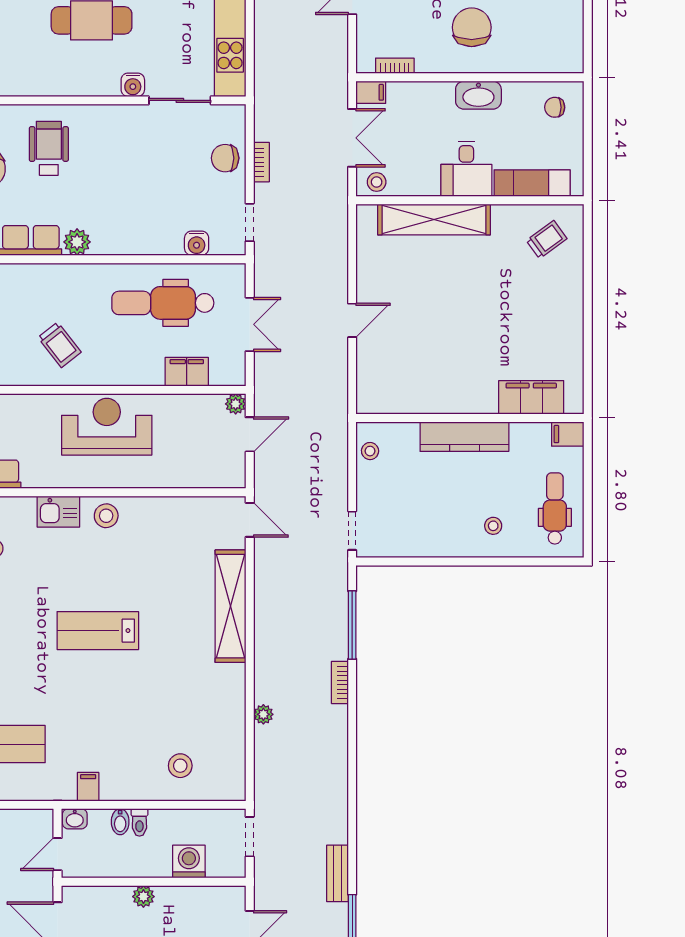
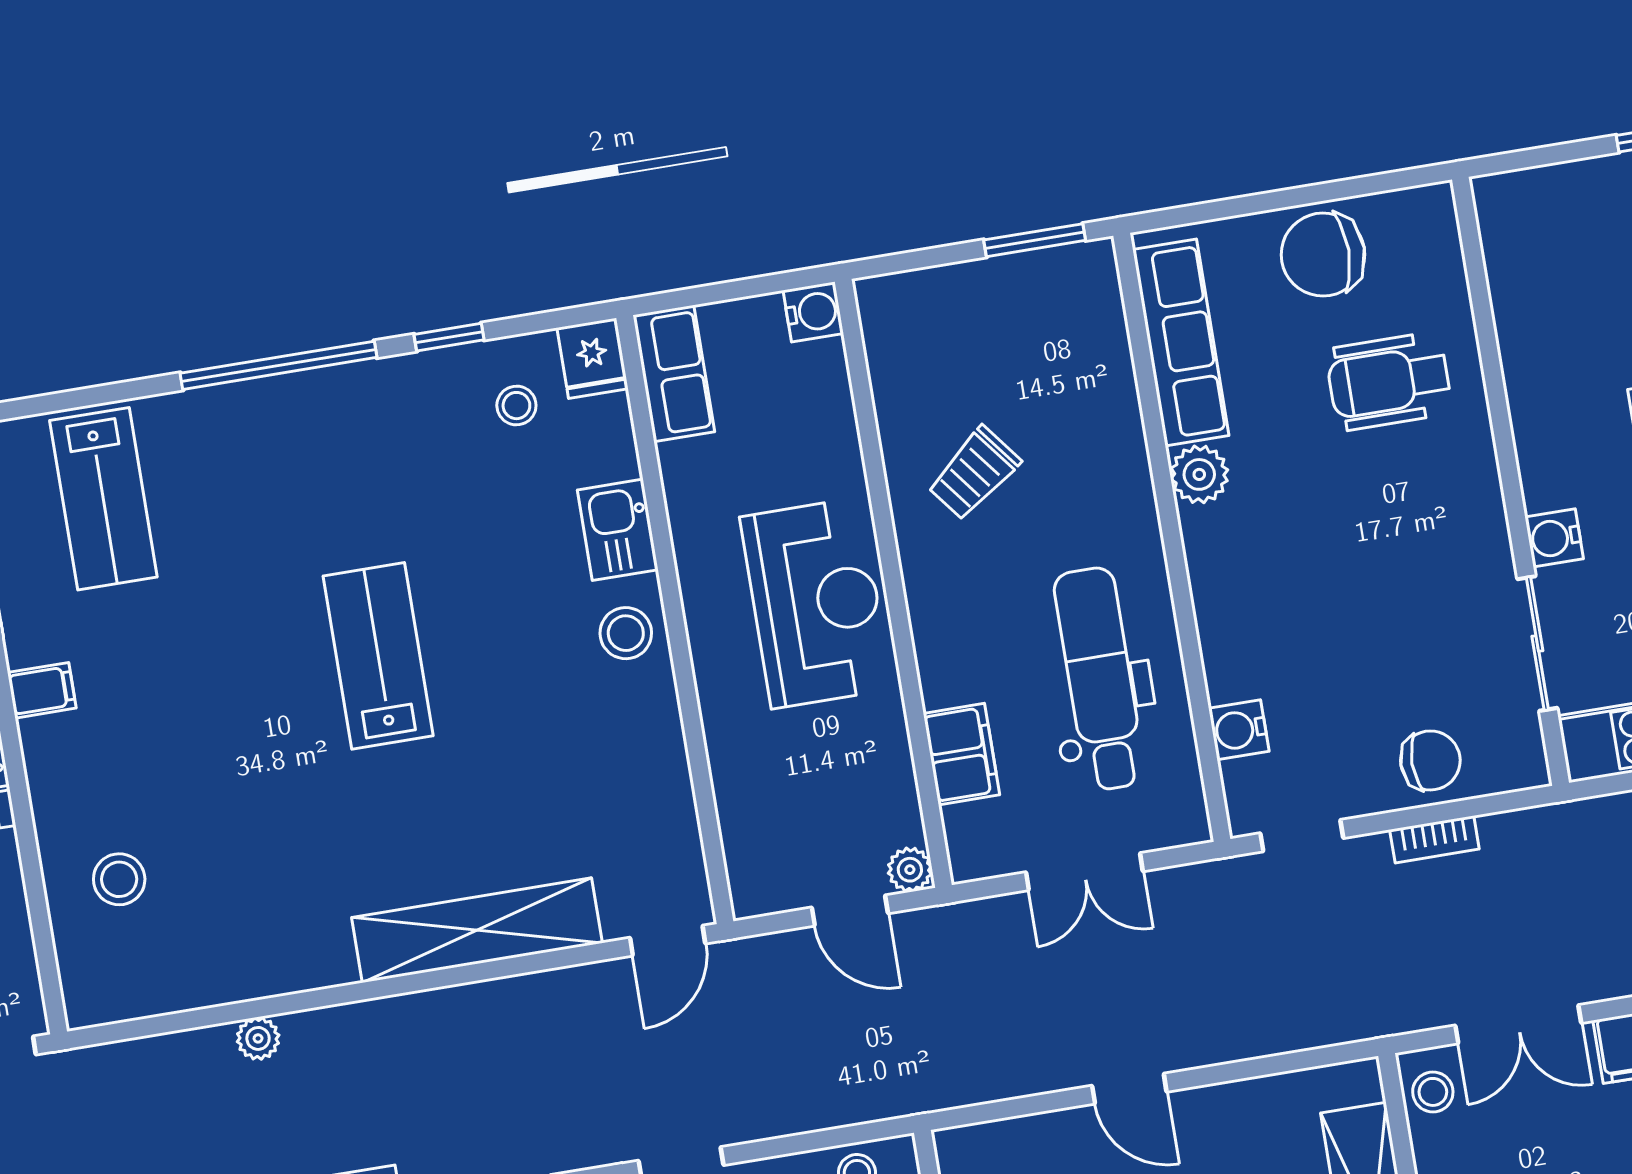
wheelchair: (49, 148) -> (1389, 381), turned 180
chair: (225, 158) -> (1430, 760), turned 90

